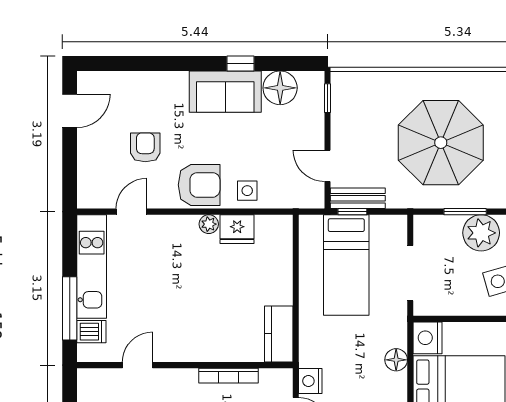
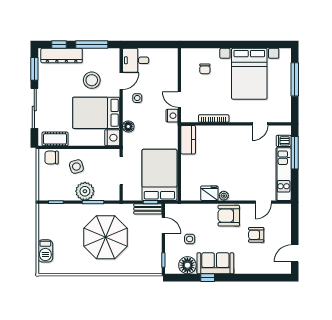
armchair: (145, 147) -> (256, 235), turned 90
side table: (247, 191) -> (190, 239), moved
bed: (346, 265) -> (159, 175), width x1.50

